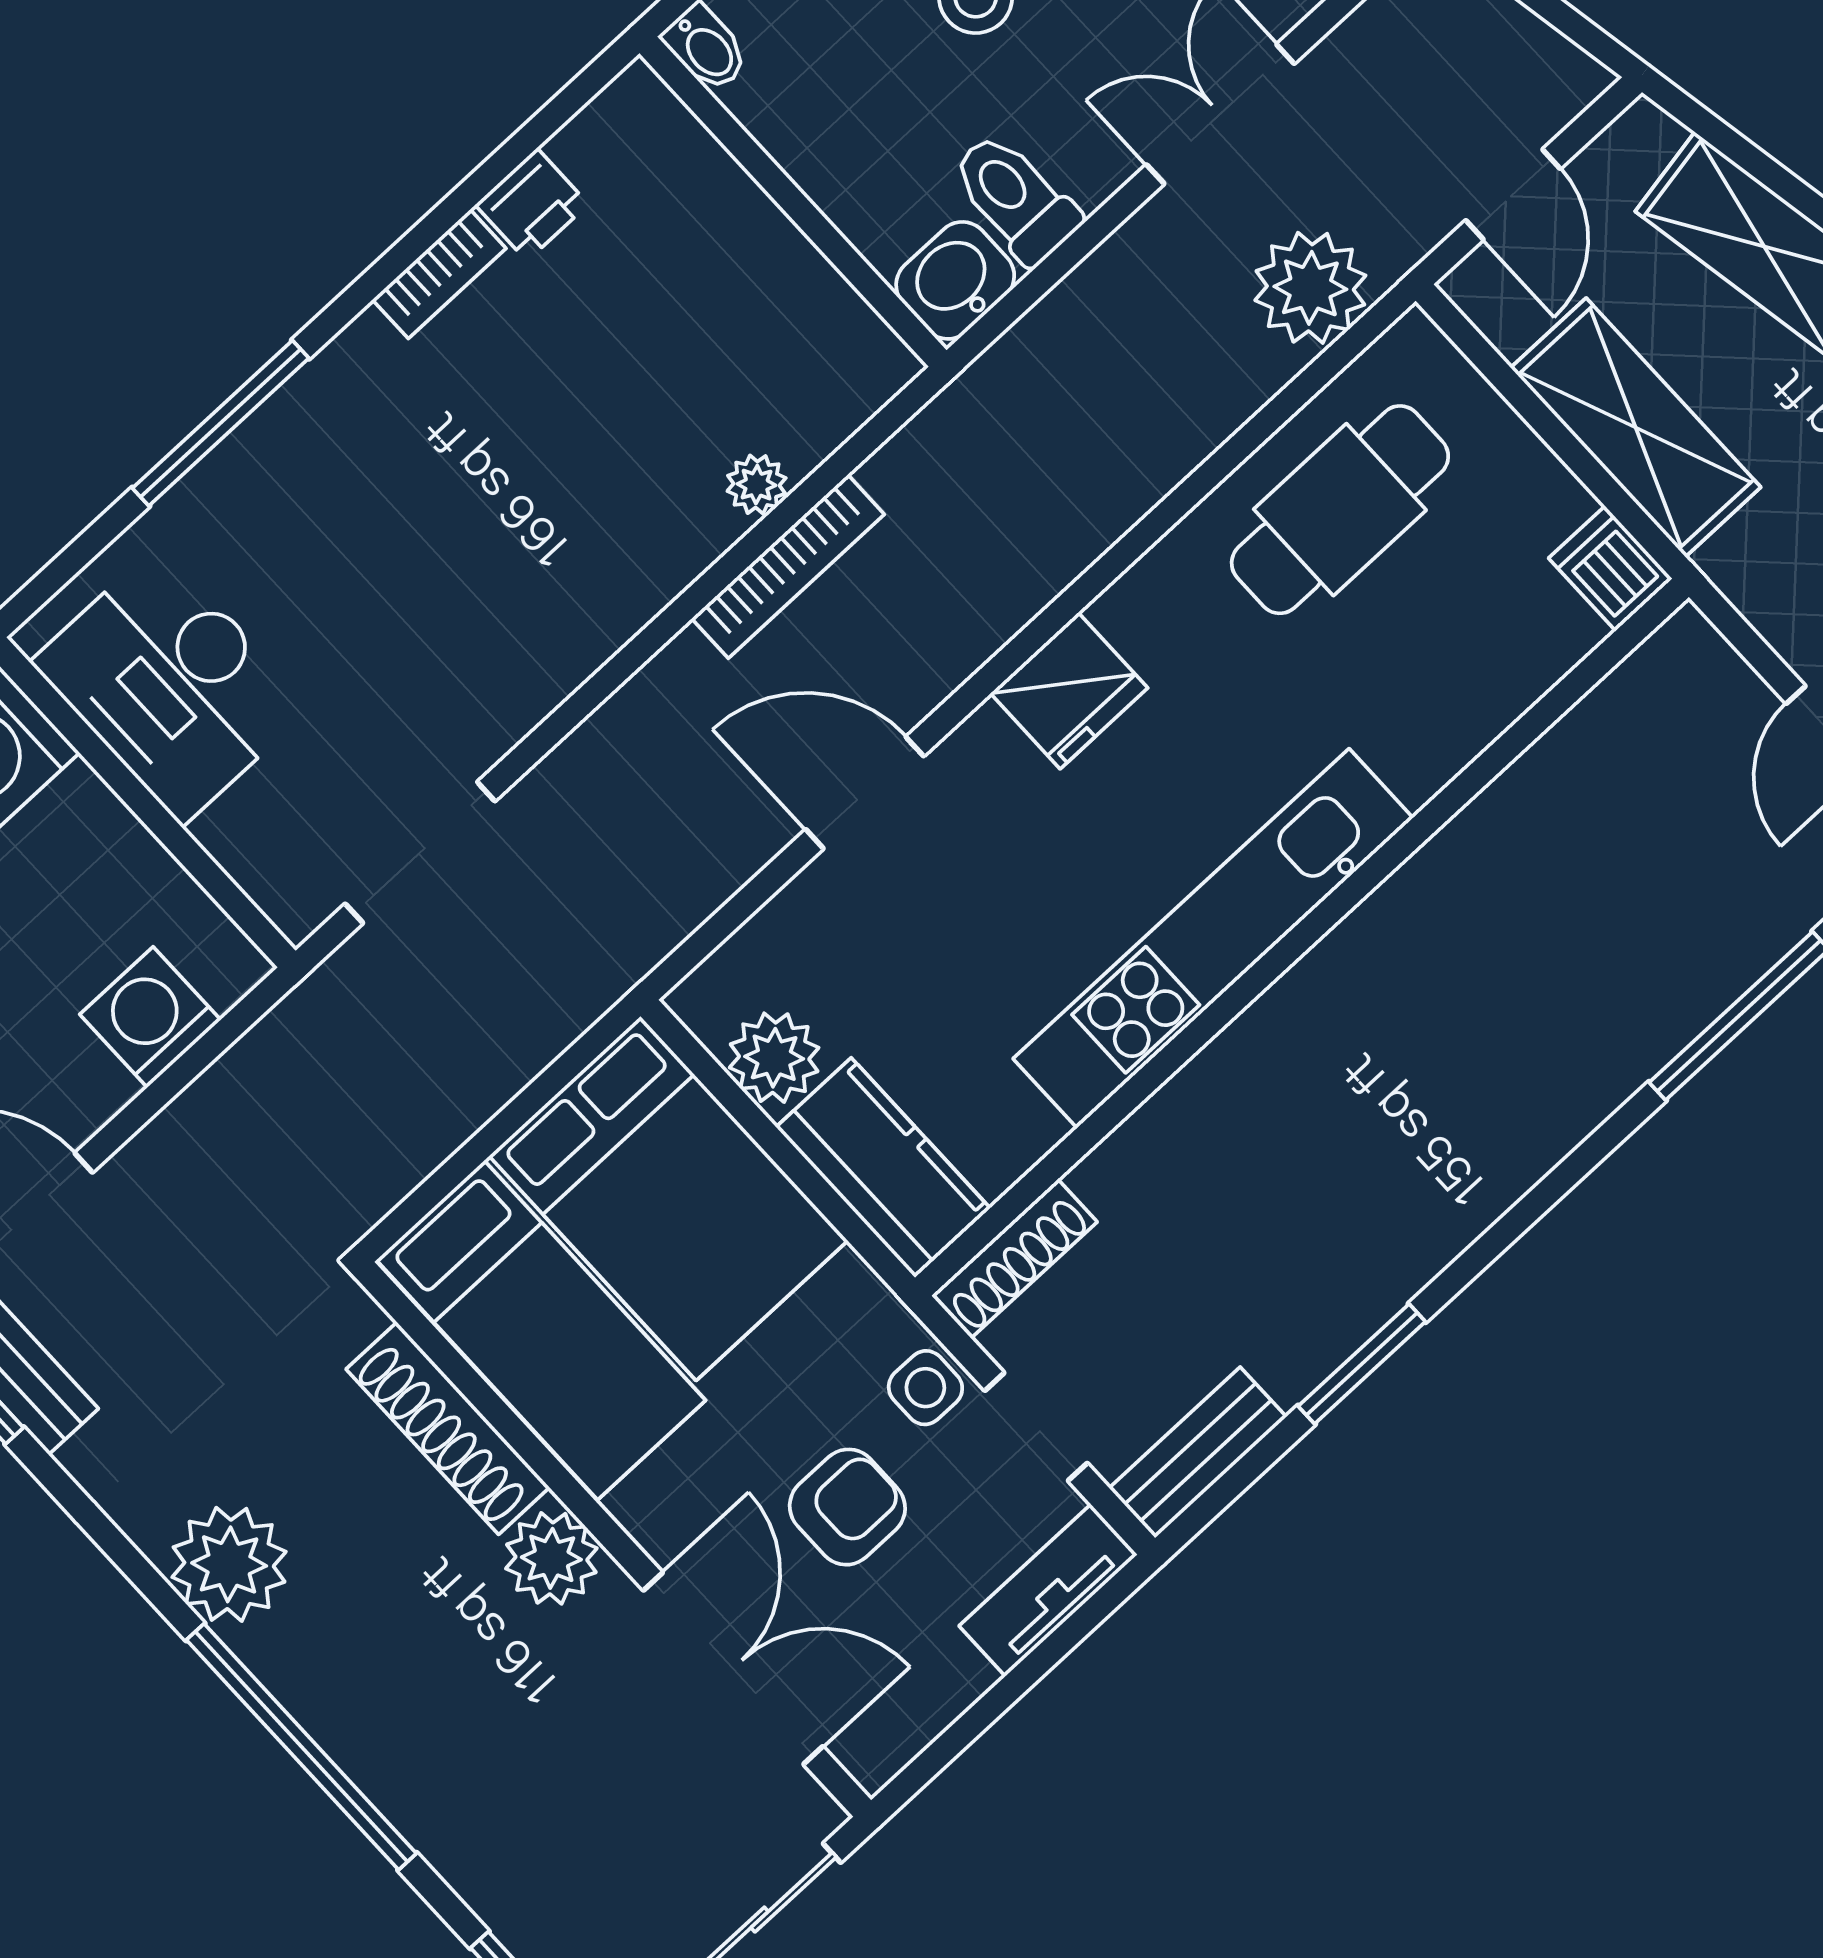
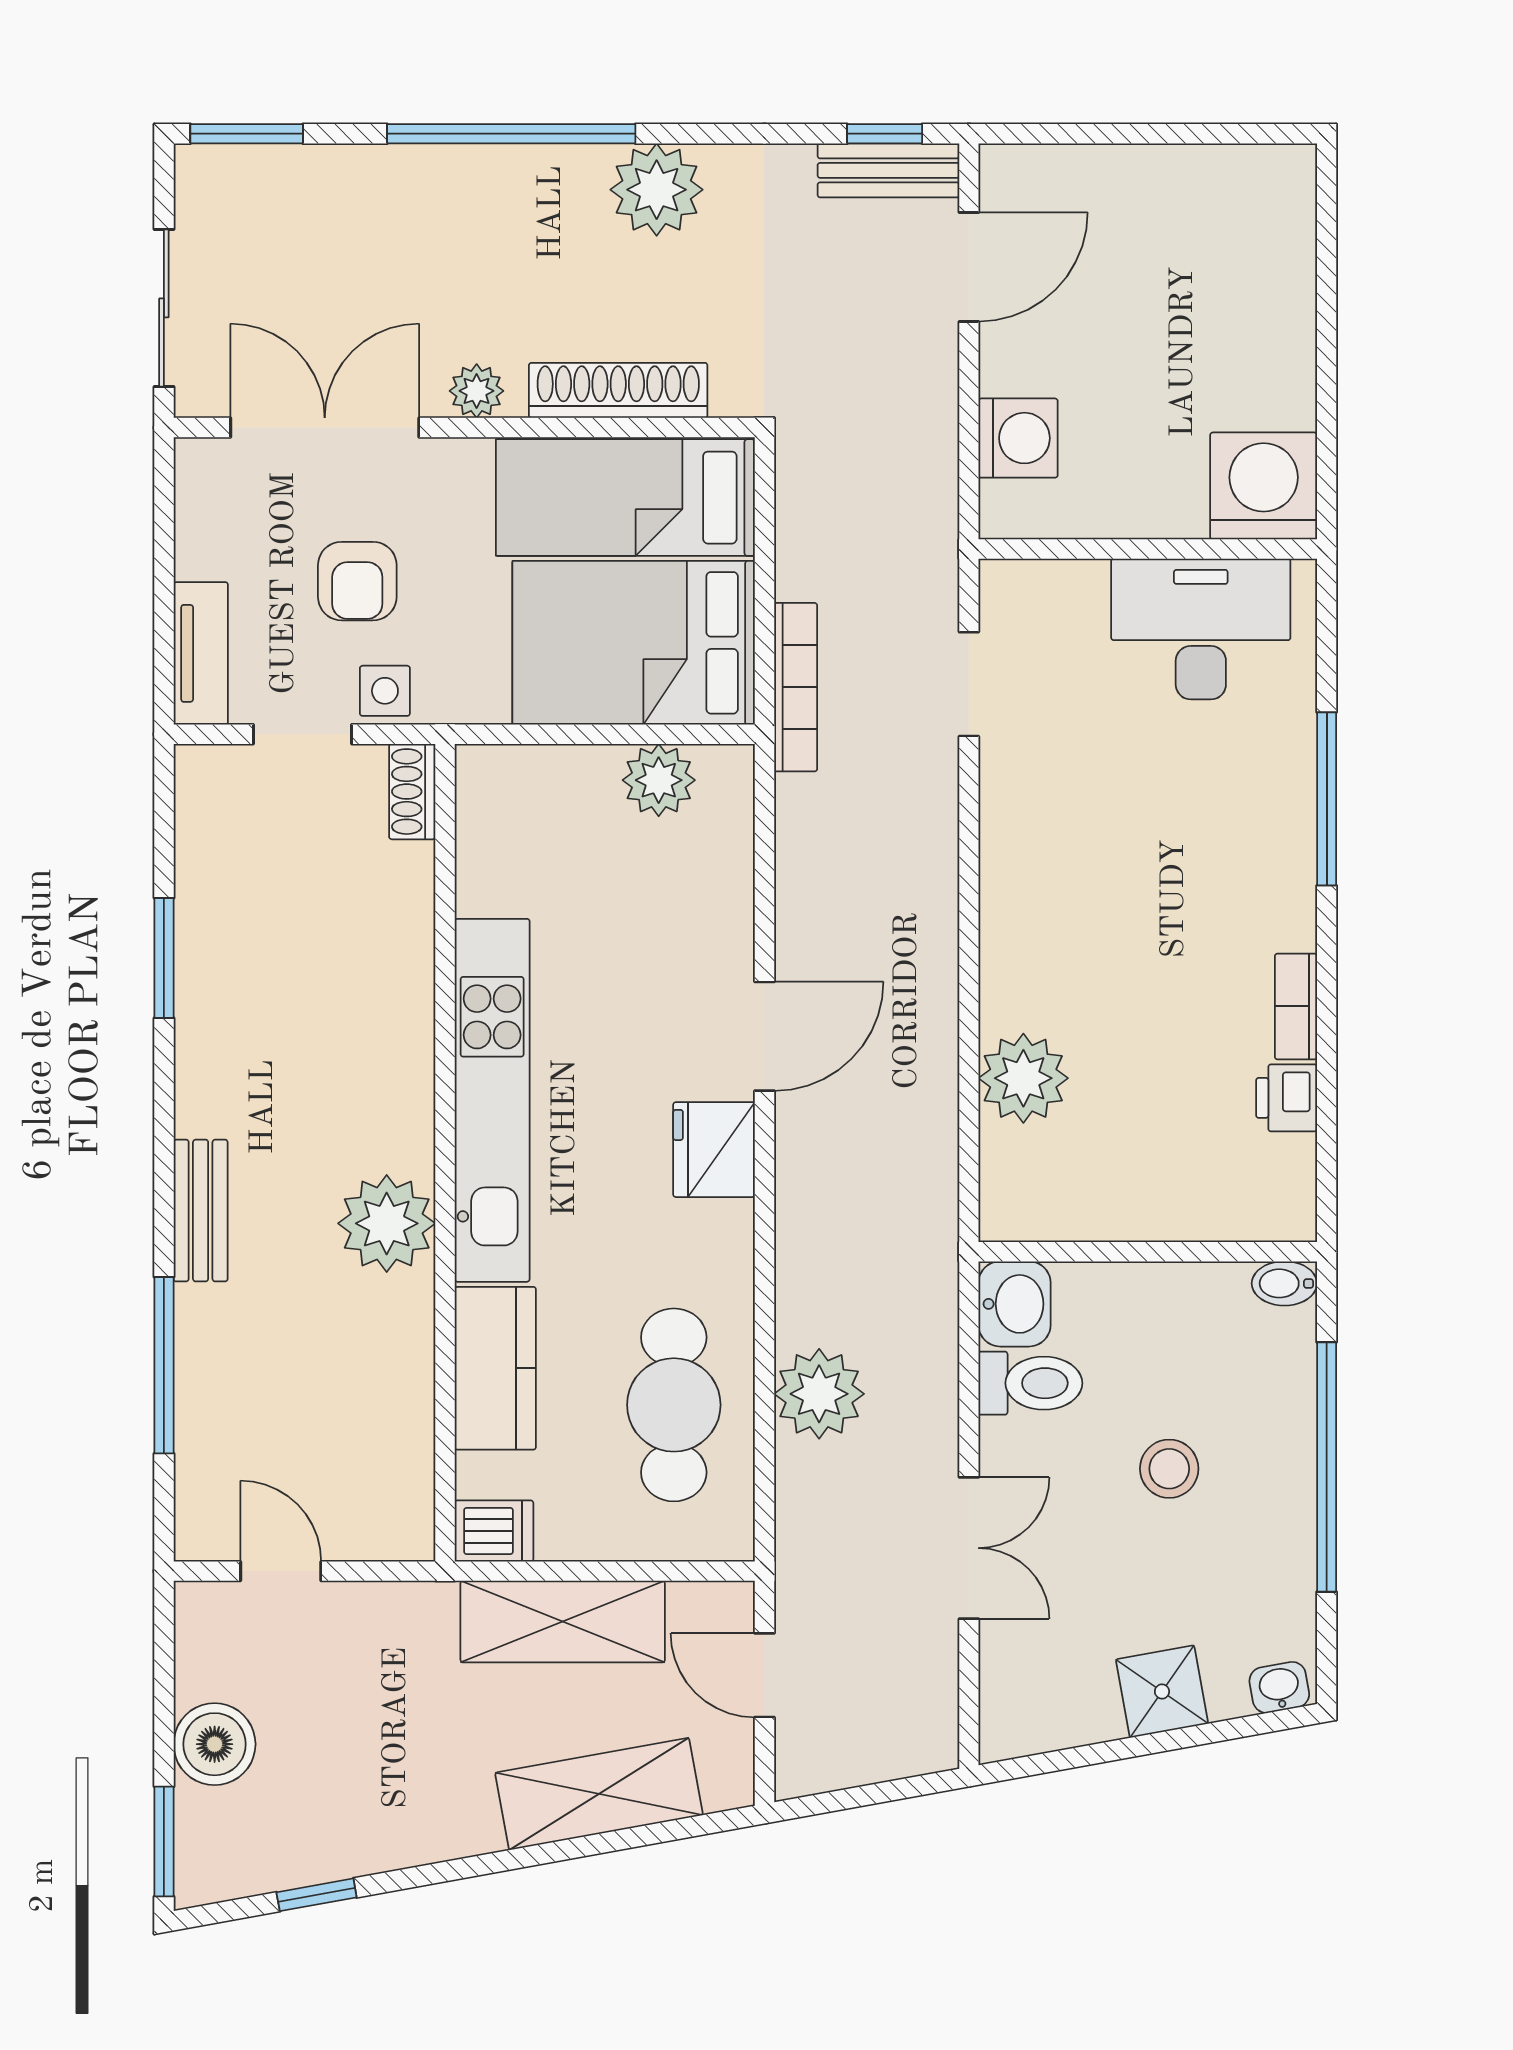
plant: (1310, 288) -> (819, 1394), moved
plant: (757, 485) -> (1023, 1078), width x1.87, depth x1.87
bookcase: (788, 566) -> (796, 687), moved, turned 180
door: (865, 793) -> (764, 1036), moved
doorway: (420, 852) -> (969, 684), width x0.73
plant: (1417, 931) -> (387, 1223), added
kitchen counter: (883, 1168) -> (495, 1368), moved, turned -90
shoe rack: (1014, 1259) -> (412, 792), width x0.70
bench: (1198, 1452) -> (201, 1211), moved
plant: (551, 1558) -> (477, 391), width x0.73, depth x0.73
double door: (733, 1668) -> (325, 428), swing flipped

